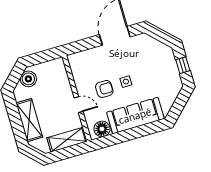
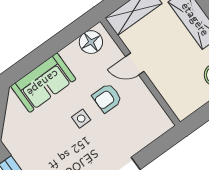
sofa: (135, 116) -> (43, 83), width x0.73

